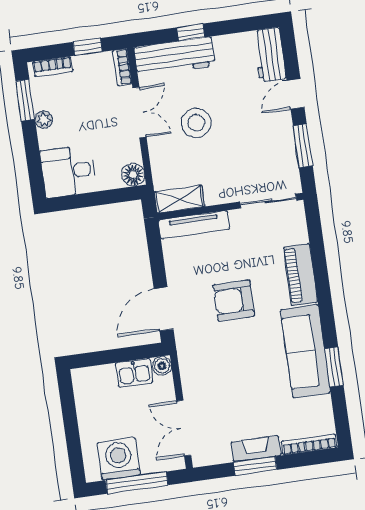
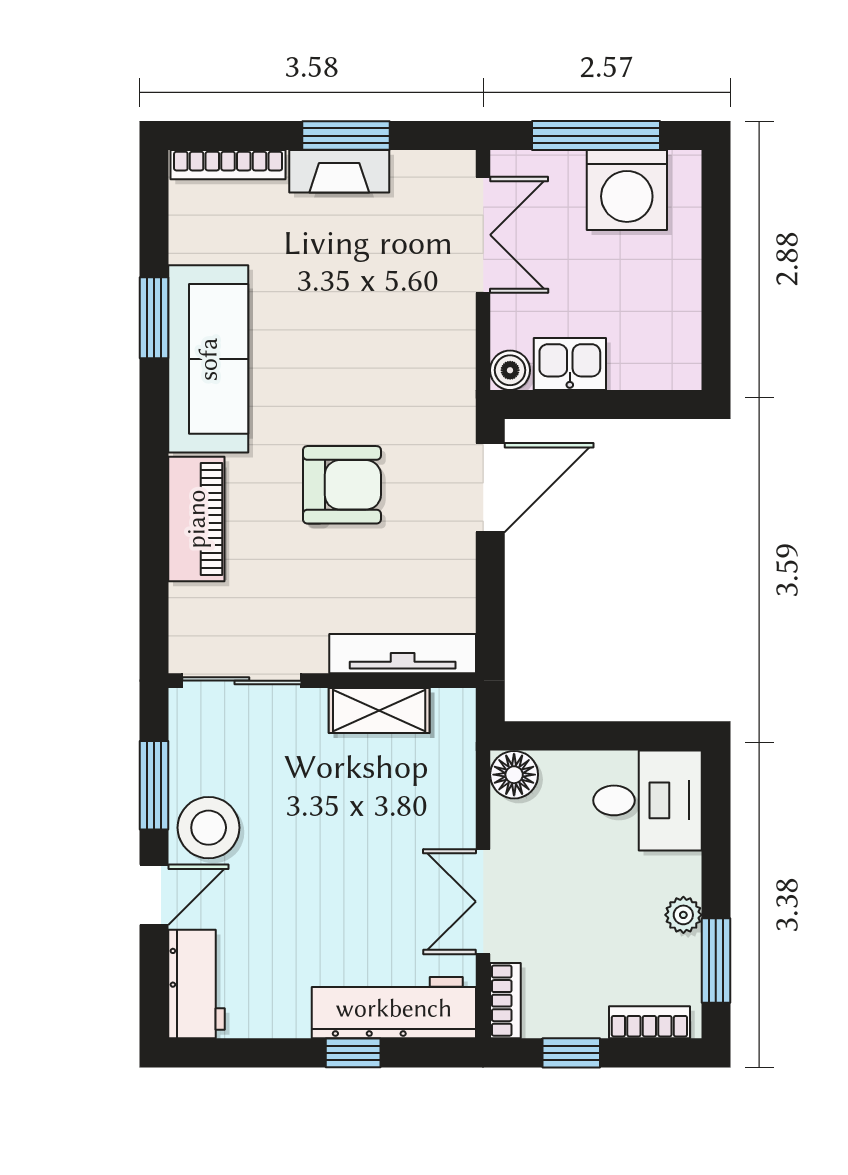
stool: (196, 123) -> (209, 828), moved
shelving: (179, 199) -> (379, 711), moved

